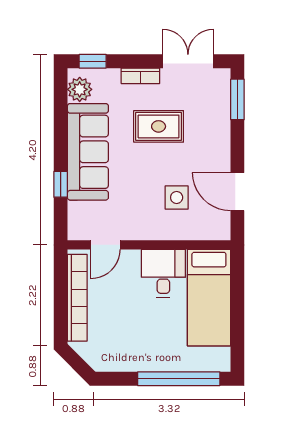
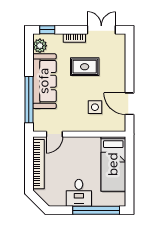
window: (237, 99) -> (130, 51), removed
window: (61, 184) -> (29, 100), width x3.17
desk: (163, 273) -> (79, 193), moved, turned 180

